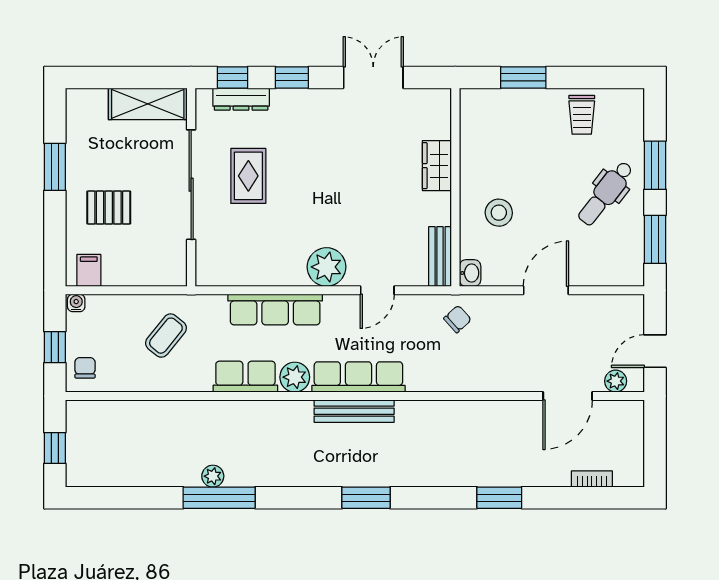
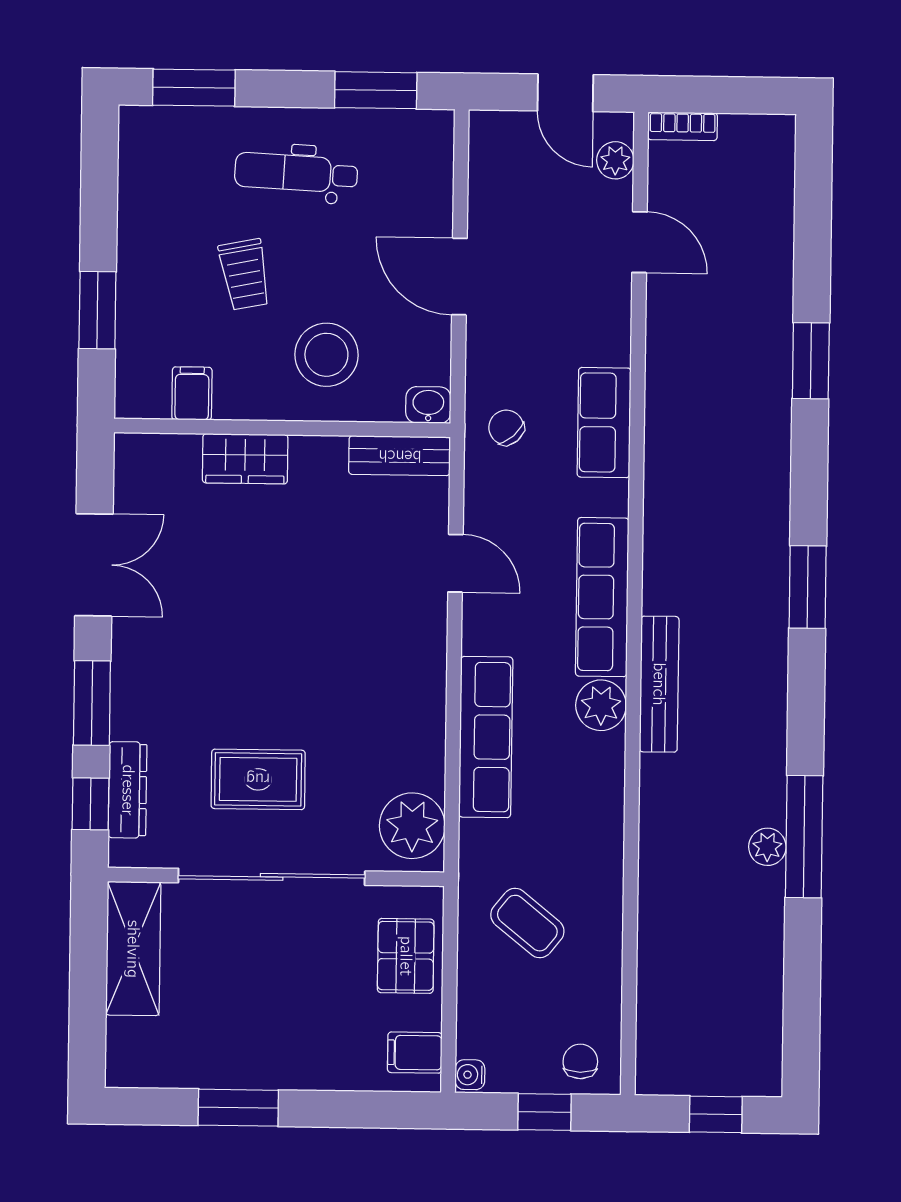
window: (292, 77) -> (92, 703), width x1.50
double door: (373, 77) -> (94, 565), swing flipped
trolley: (582, 115) -> (245, 274), moved, turned 79
filing cabinet: (475, 134) -> (192, 393), added
window: (655, 165) -> (194, 88), moved
dental chair: (606, 193) -> (296, 173), turned 145
pallet: (109, 208) -> (406, 956), moved
stool: (499, 213) -> (326, 355), width x1.38, depth x1.38
plant: (327, 267) -> (412, 826), moved
chair: (85, 368) -> (580, 1061), turned 90
row of seats: (245, 377) -> (604, 423), moved
door: (568, 396) -> (640, 242), width x0.73
bench: (354, 411) -> (659, 684), moved
bookcase: (592, 479) -> (683, 126), moved, turned -90

